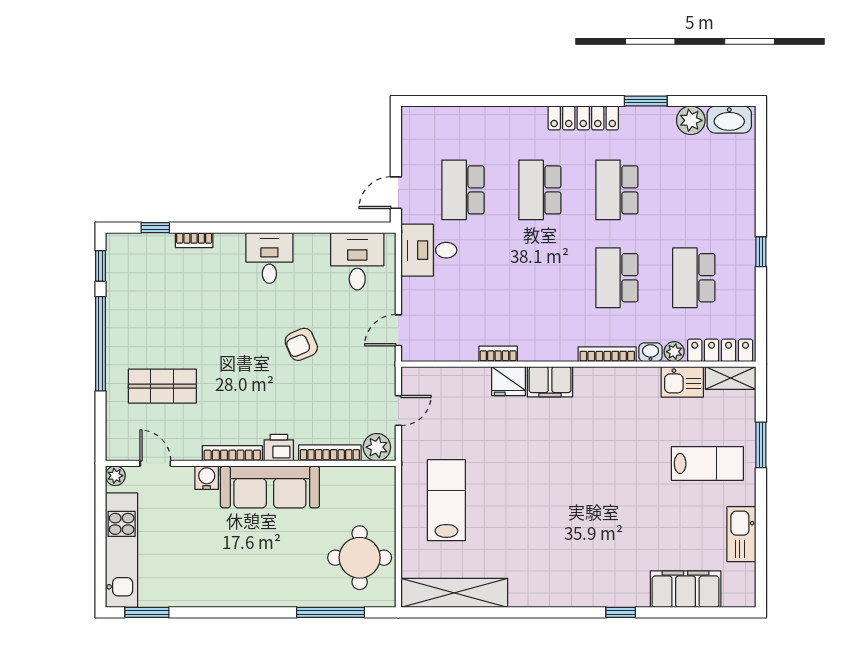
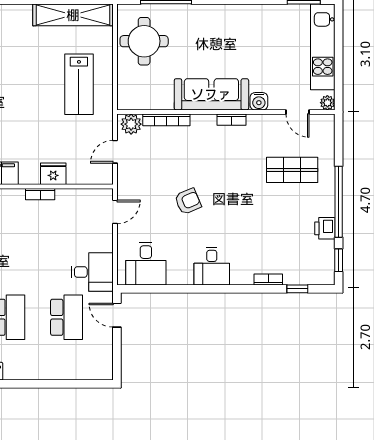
door: (396, 193) -> (117, 315), swing flipped
fridge: (509, 381) -> (53, 174), moved
printer: (279, 448) -> (325, 228), moved, turned 90
bookcase: (232, 453) -> (232, 120), width x0.64

